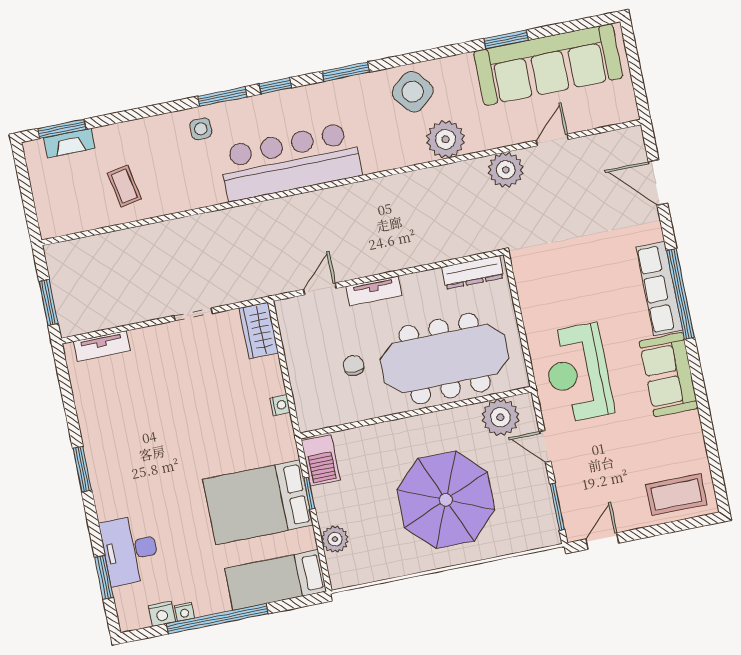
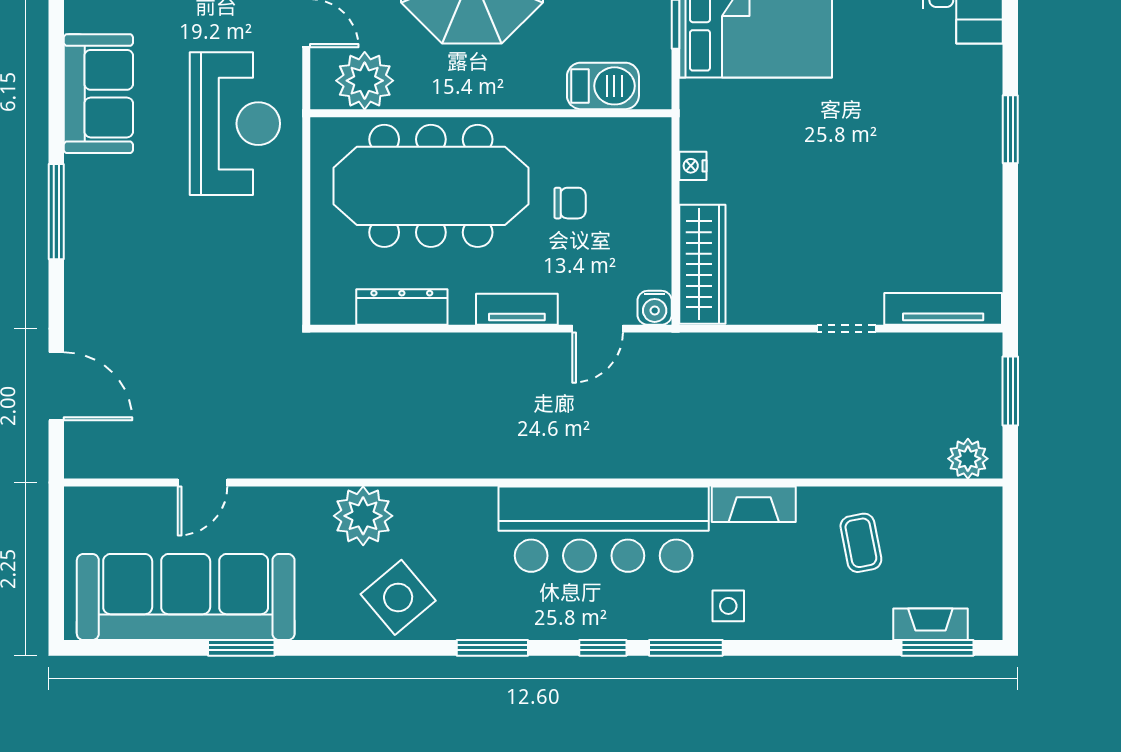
plant: (506, 170) -> (968, 459), moved, width x0.73, depth x0.73
fireplace: (198, 197) -> (754, 504), added
dresser: (473, 272) -> (402, 307), moved
row of seats: (659, 289) -> (87, 226), removed
window: (680, 294) -> (56, 212), width x0.68
water cooler: (286, 310) -> (655, 308), added
doorway: (193, 314) -> (846, 329), moved
wardrobe: (259, 331) -> (702, 264), width x1.50
tv unit: (102, 346) -> (943, 309), width x1.41
chair: (354, 365) -> (570, 203), turned -90
barbecue: (321, 460) -> (603, 86), moved, turned 90

